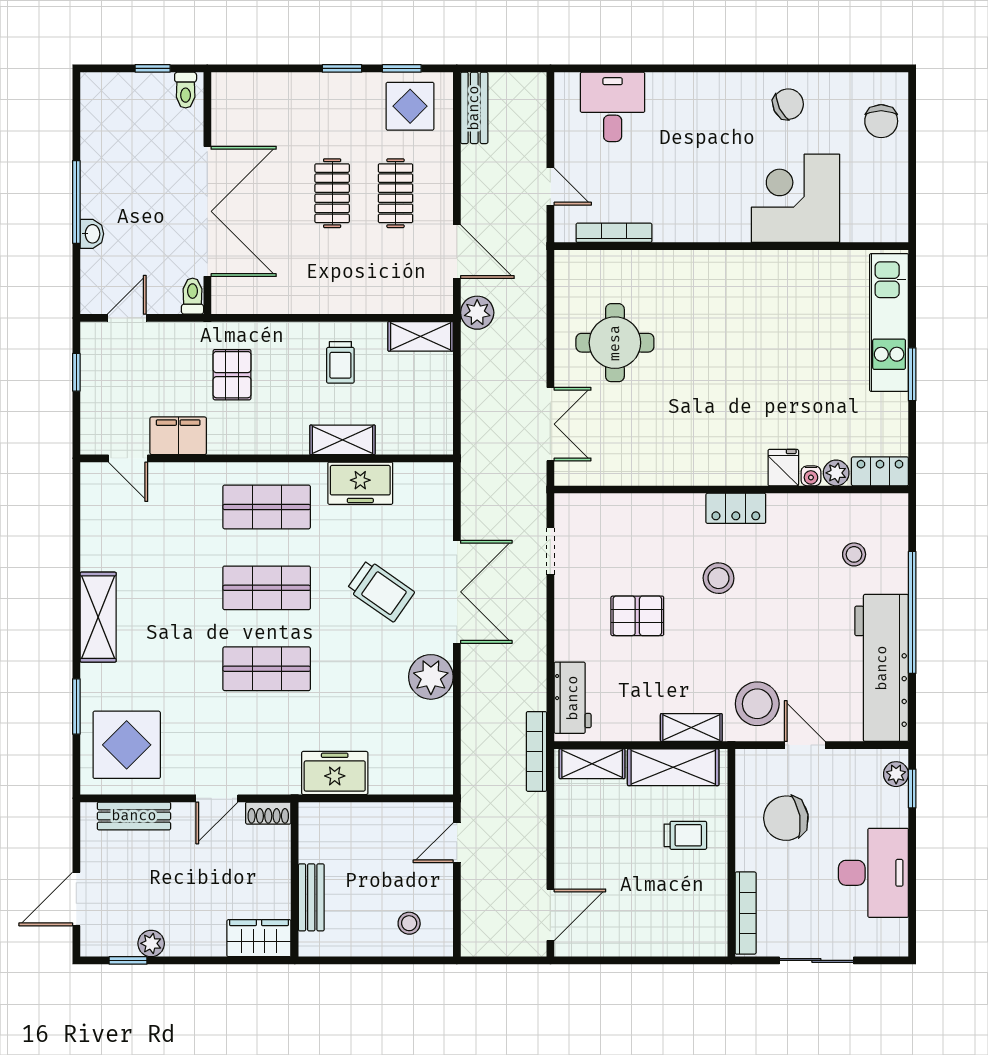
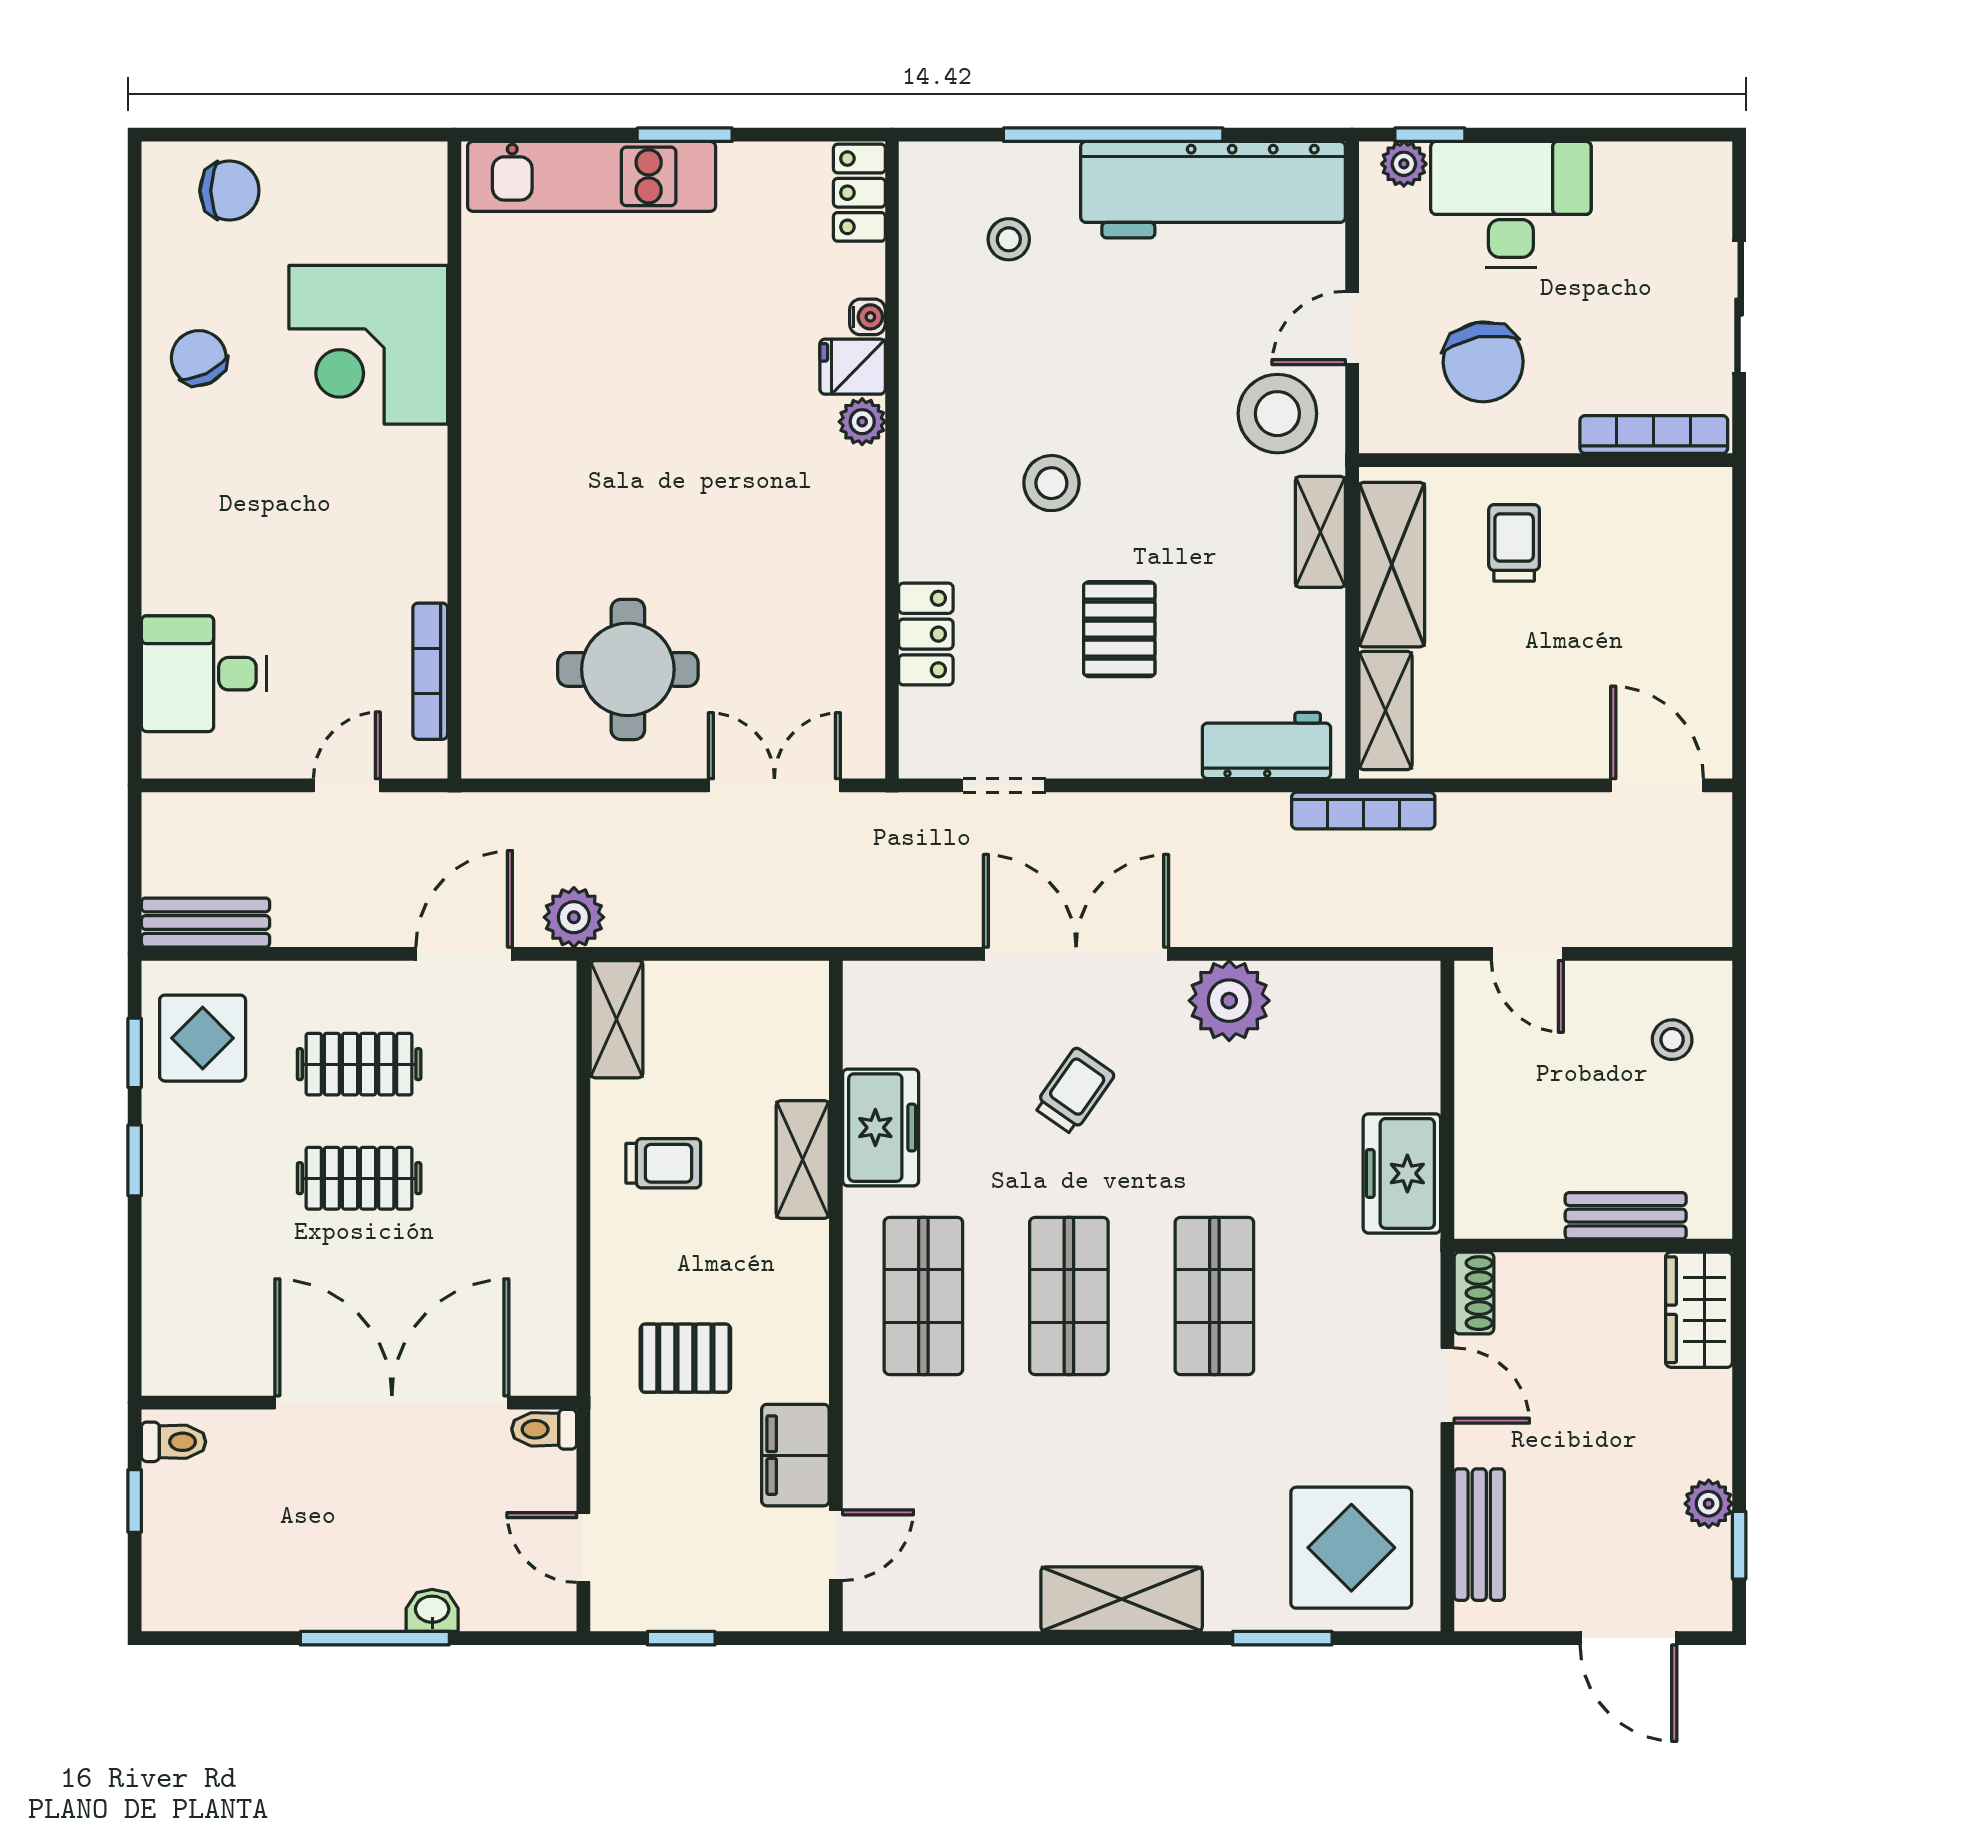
plant: (836, 473) -> (862, 422), moved
locker: (736, 508) -> (926, 634), moved
trolley: (381, 591) -> (1074, 1091), width x0.73, depth x0.72
desk: (873, 873) -> (1511, 204), moved

